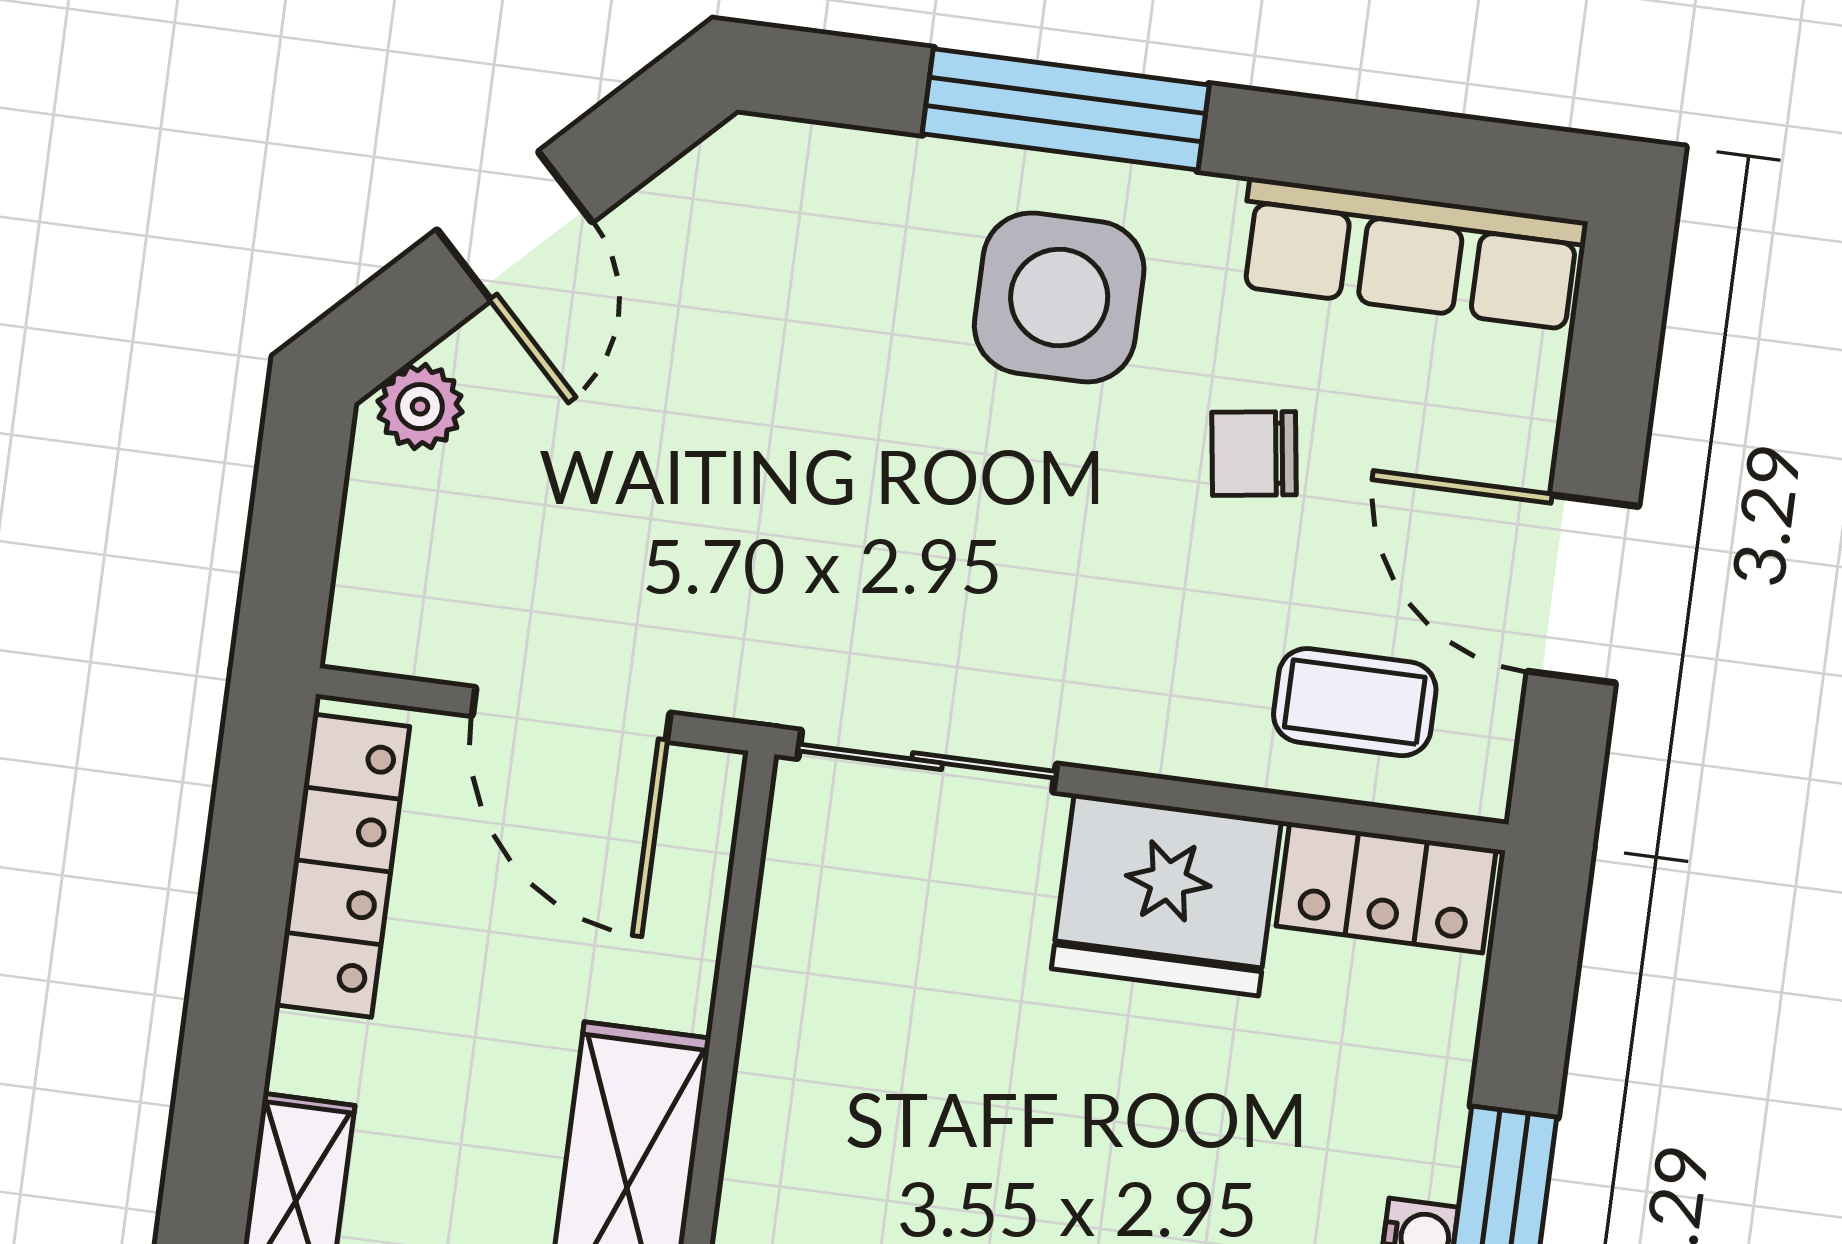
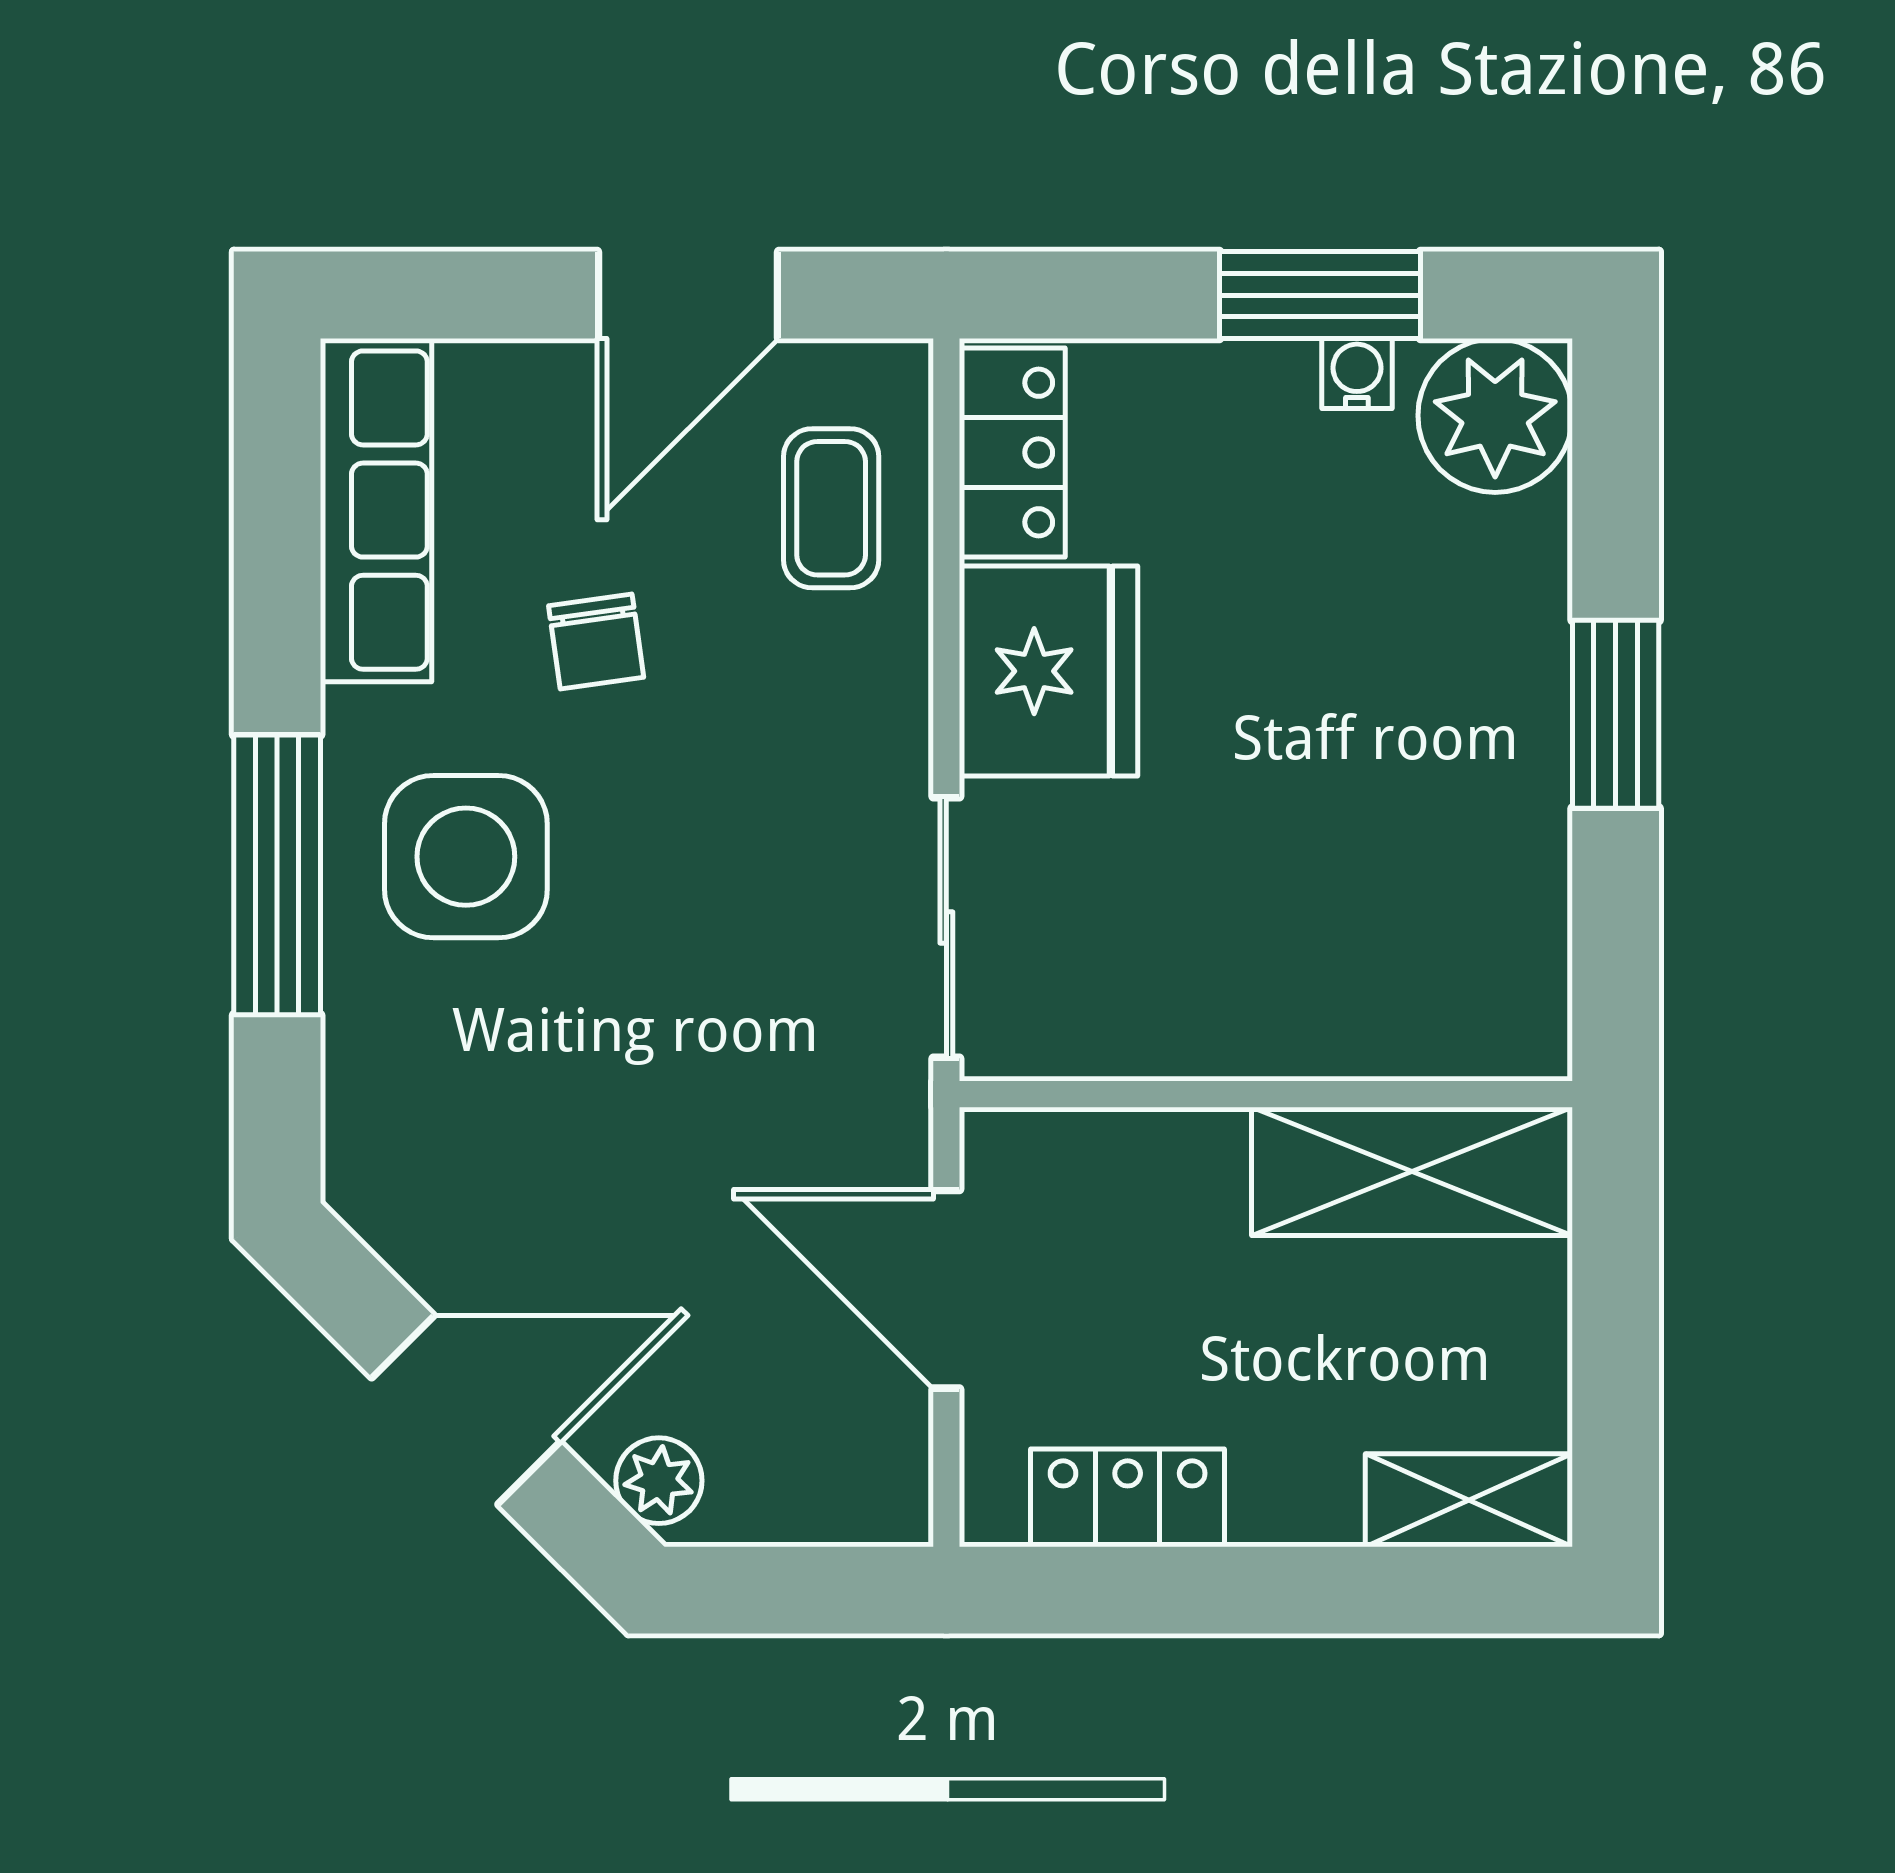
door: (515, 226) -> (466, 1410), width x1.37
door: (571, 714) -> (946, 1289), swing flipped
locker: (342, 866) -> (1128, 1498), width x0.66

